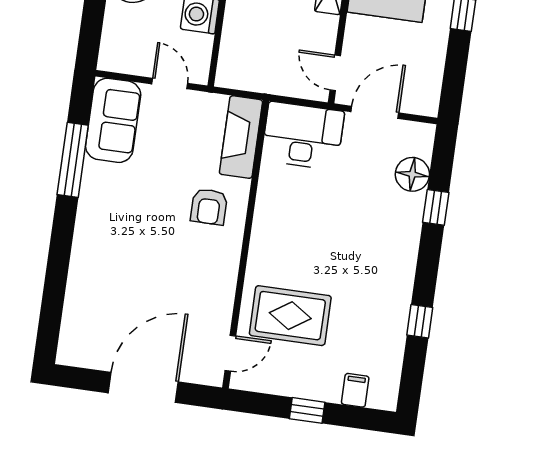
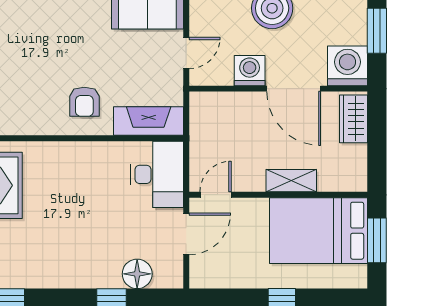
door: (375, 112) -> (186, 234), hinge flipped
armchair: (209, 207) -> (84, 102), turned -90

